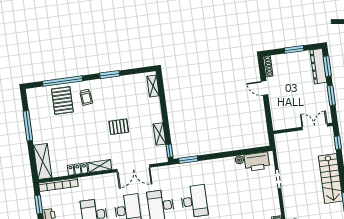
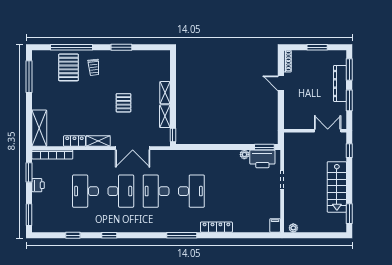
dresser: (318, 66) -> (340, 83), moved
shelving: (153, 86) -> (165, 93), moved
window: (28, 126) -> (29, 77), moved
pallet: (119, 127) -> (123, 103), turned 90
window: (188, 160) -> (264, 147), moved

